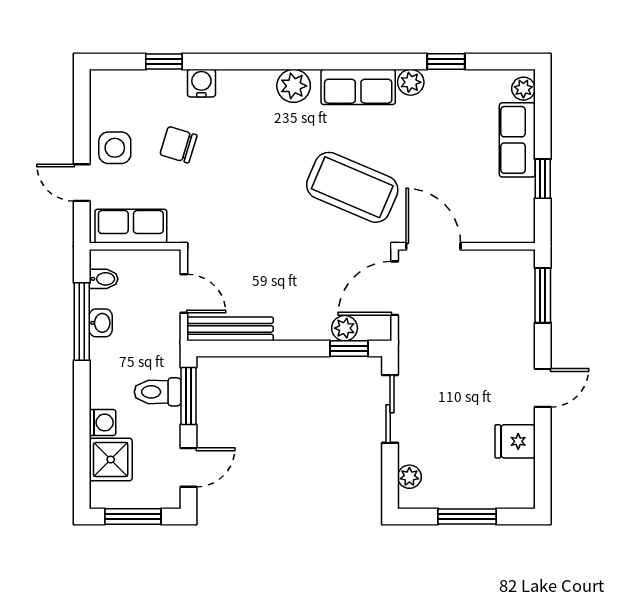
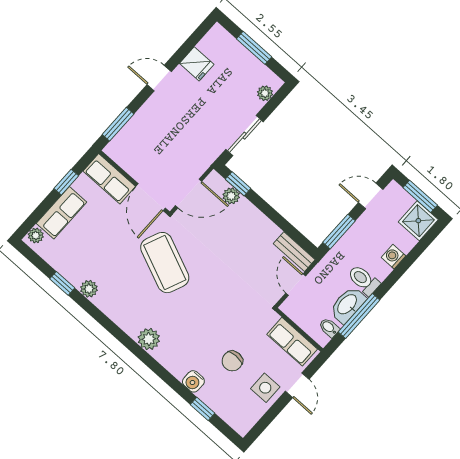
row of seats: (358, 87) -> (109, 179), moved, turned 180
chair: (178, 145) -> (232, 361), turned 73
washbasin: (101, 323) -> (348, 305), width x1.91, depth x1.45
bench: (230, 329) -> (294, 252), width x0.73
toilet: (158, 392) -> (364, 280), moved, turned 180
shower: (111, 460) -> (418, 221), moved

